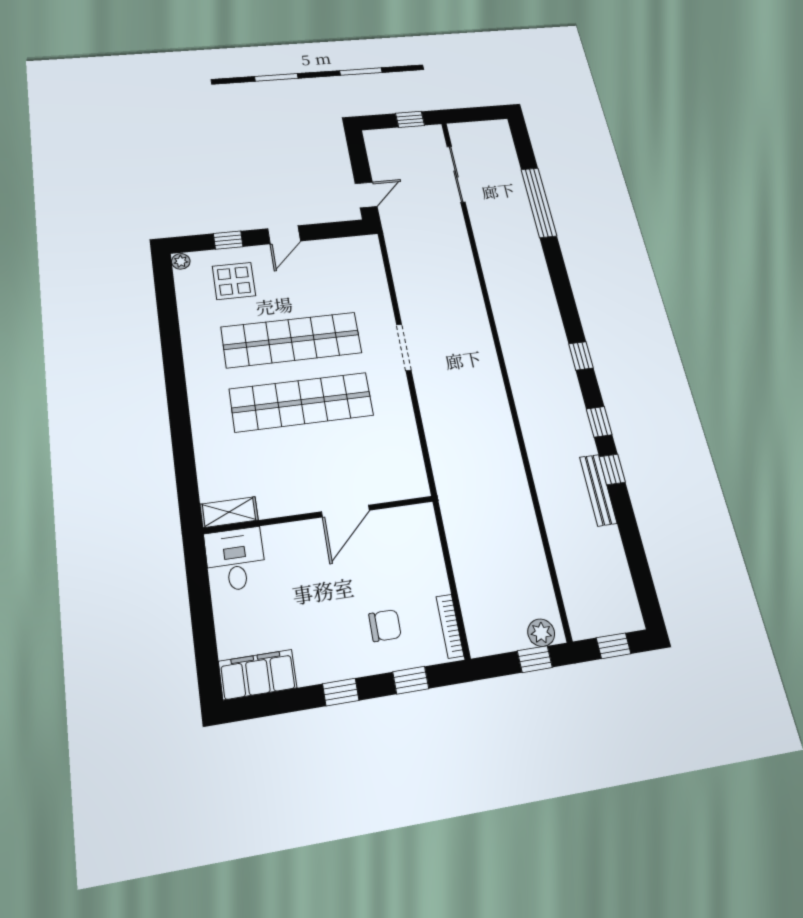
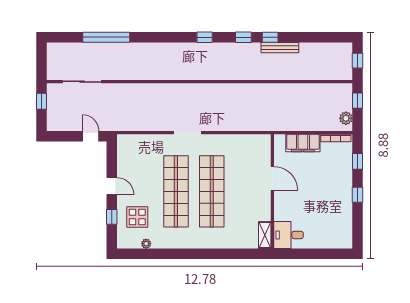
plant: (181, 261) -> (146, 244), moved
chair: (385, 626) -> (331, 169), removed
plant: (541, 633) -> (346, 118), moved
filing cabinet: (258, 675) -> (303, 143), moved, turned -90

